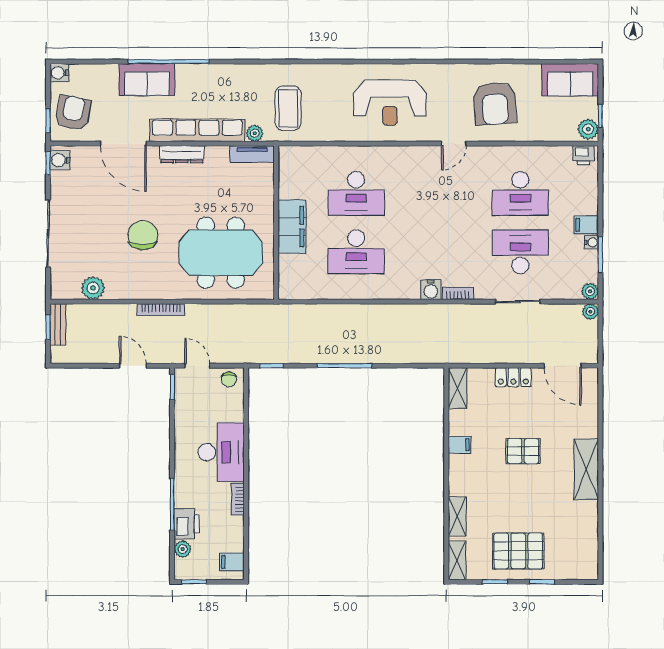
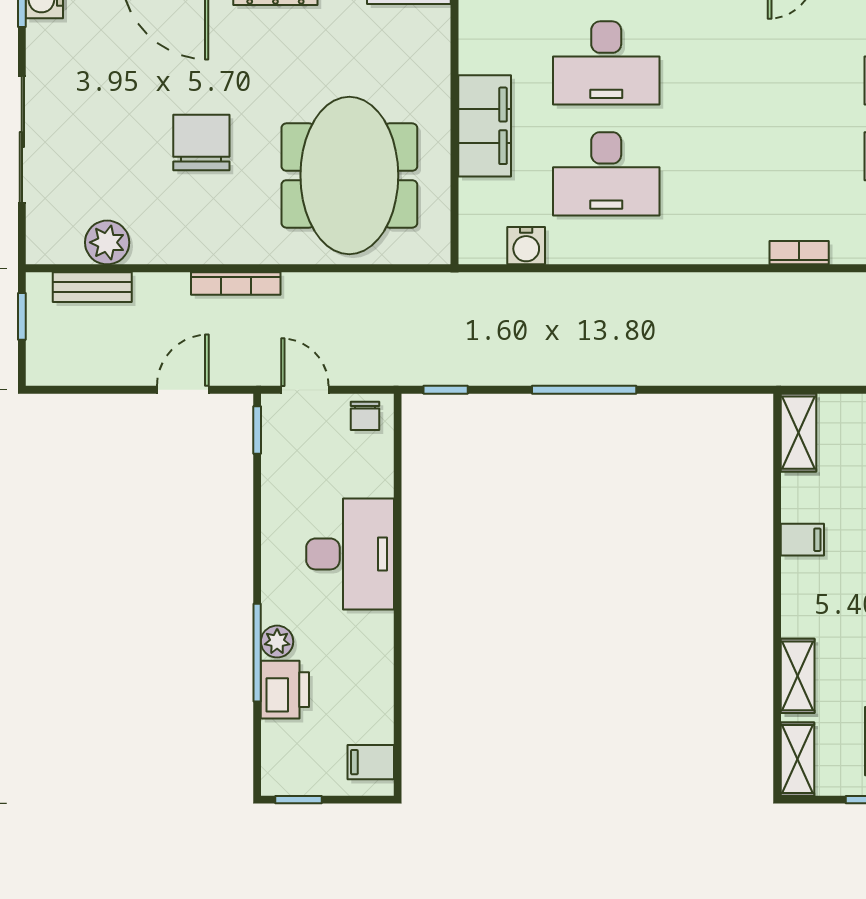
meeting table: (221, 253) -> (349, 175), turned 90
water cooler: (431, 290) -> (526, 246), moved
bench: (58, 324) -> (92, 287), moved, turned 90
door: (133, 366) -> (183, 390), hinge flipped
bookcase: (238, 499) -> (382, 643), removed
plant: (183, 549) -> (277, 642), moved

